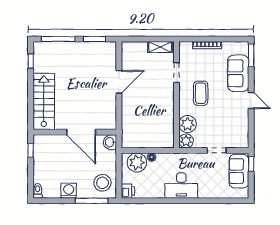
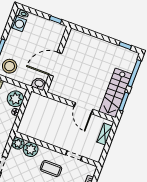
shelving: (160, 47) -> (105, 134), moved
stairs: (44, 101) -> (115, 93), moved, turned 90
washing machine: (69, 191) -> (18, 24), moved

